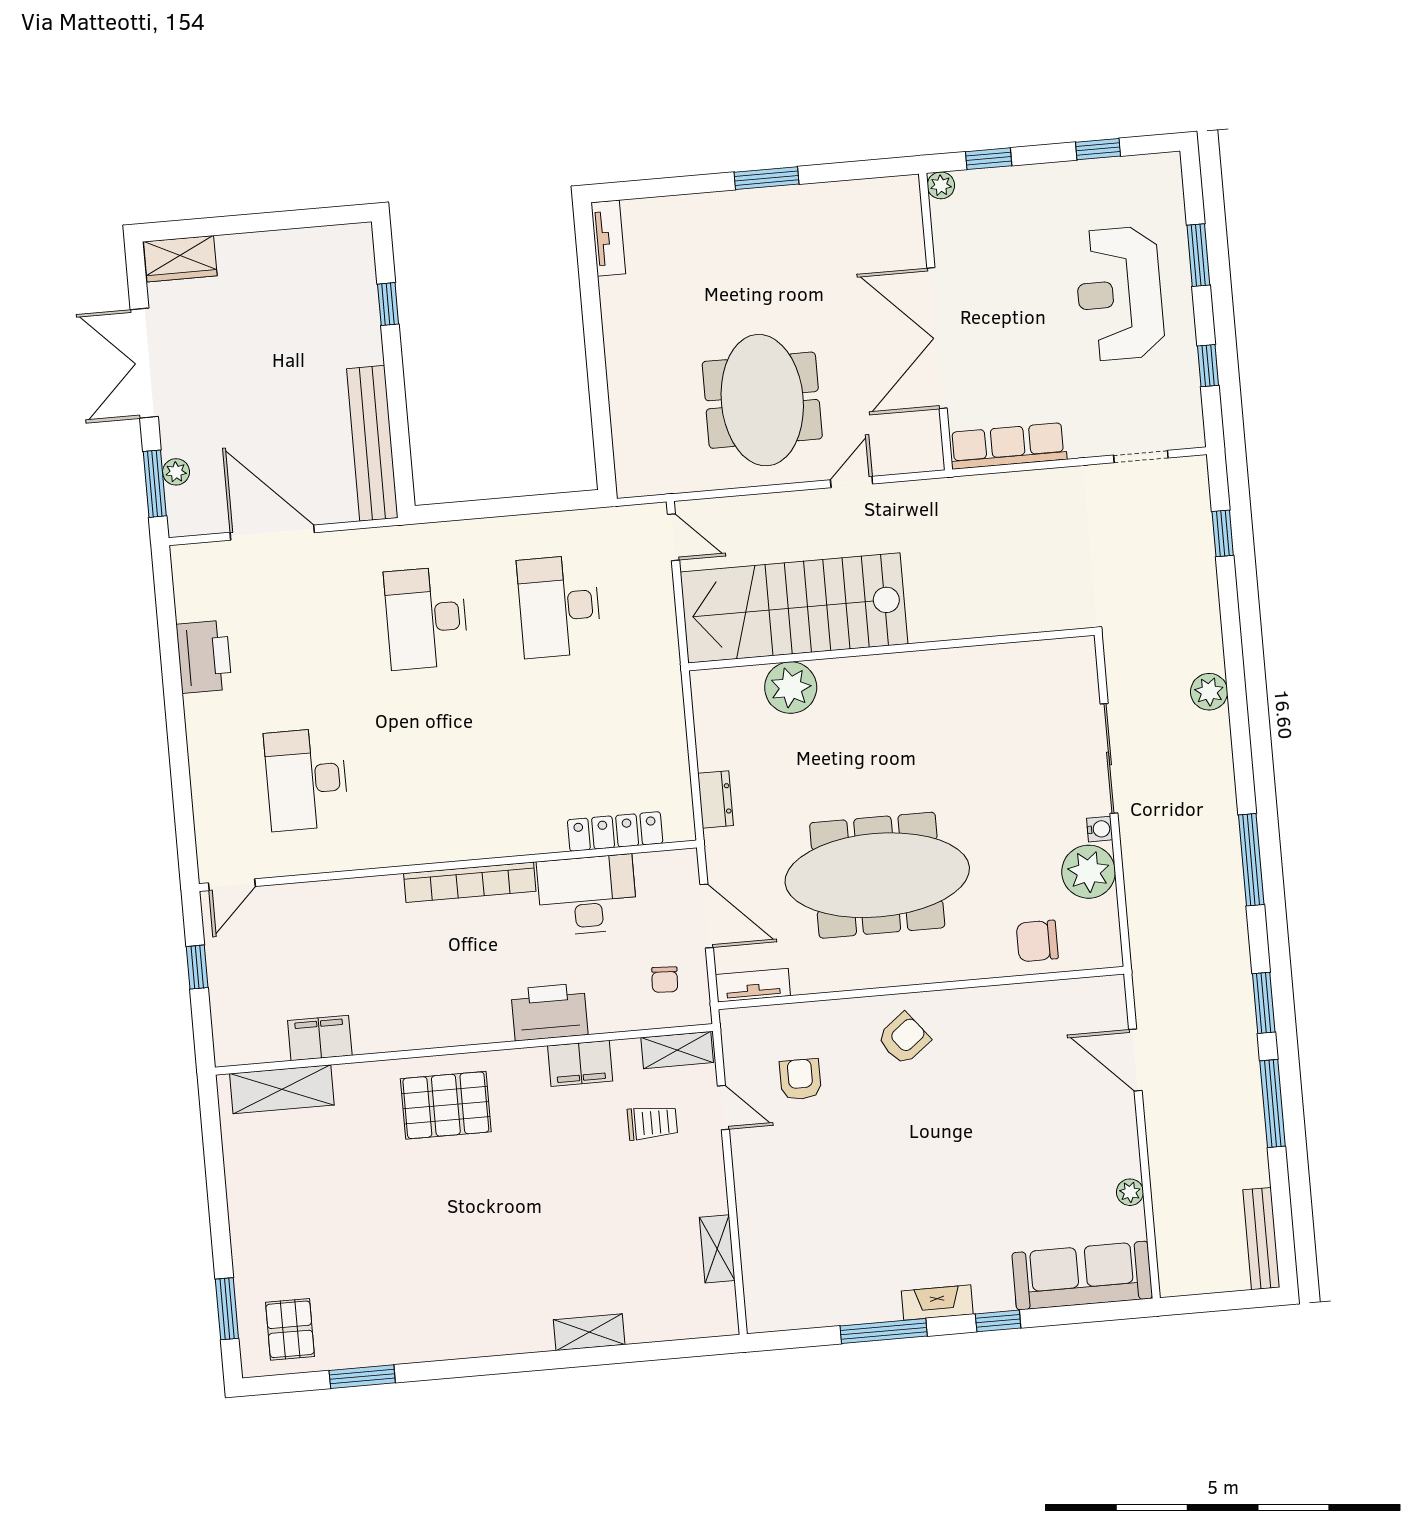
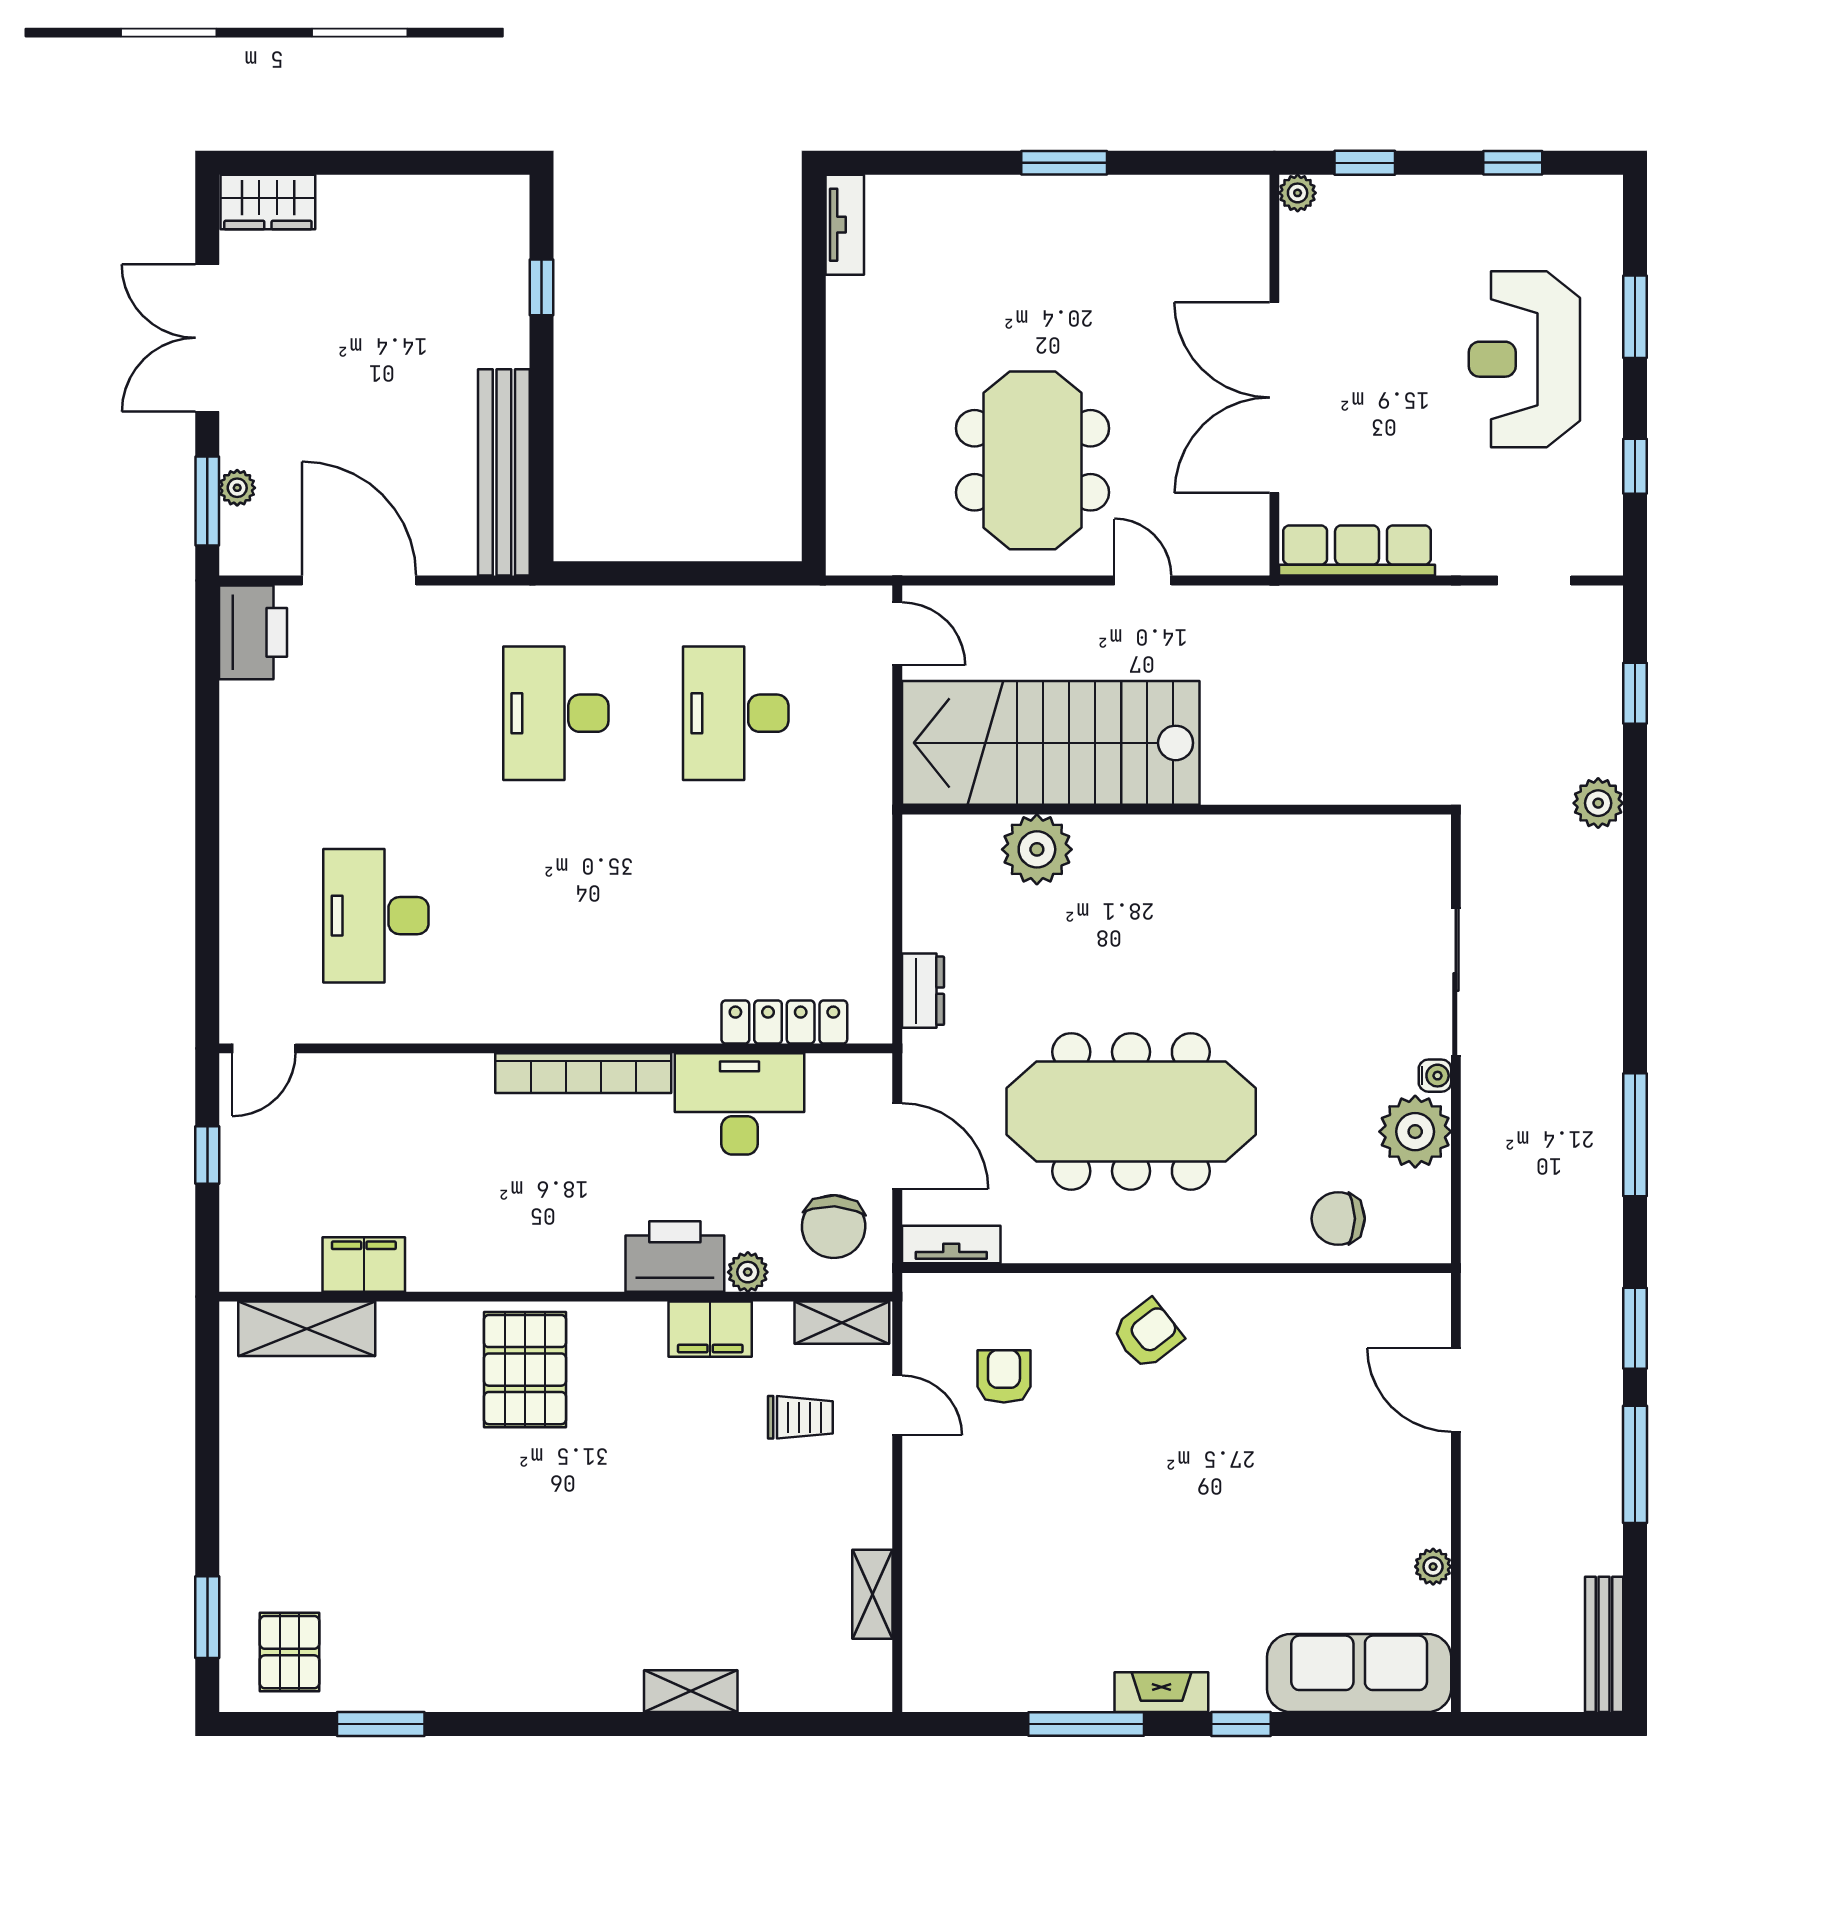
door: (852, 482) -> (1143, 580), hinge flipped
printer: (204, 657) -> (253, 632), moved
plant: (1209, 692) -> (1598, 803), moved
chair: (665, 980) -> (834, 1227), width x1.87, depth x1.87
plant: (604, 1019) -> (748, 1272), added
pallet: (446, 1105) -> (525, 1370), turned 90

